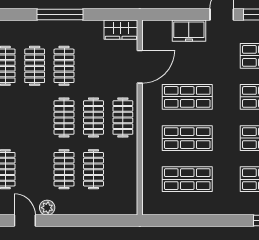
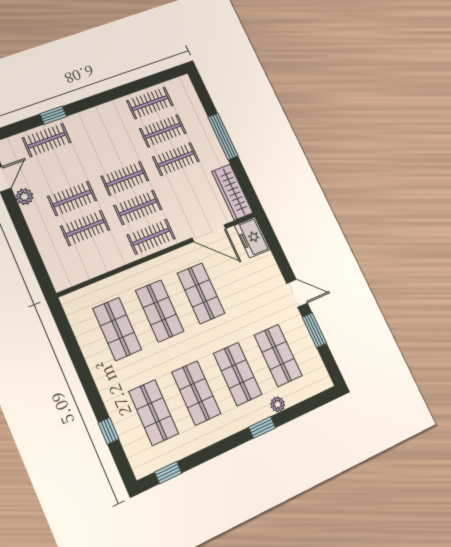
wardrobe: (121, 30) -> (232, 192), width x1.50
freezer: (189, 31) -> (252, 237), moved

